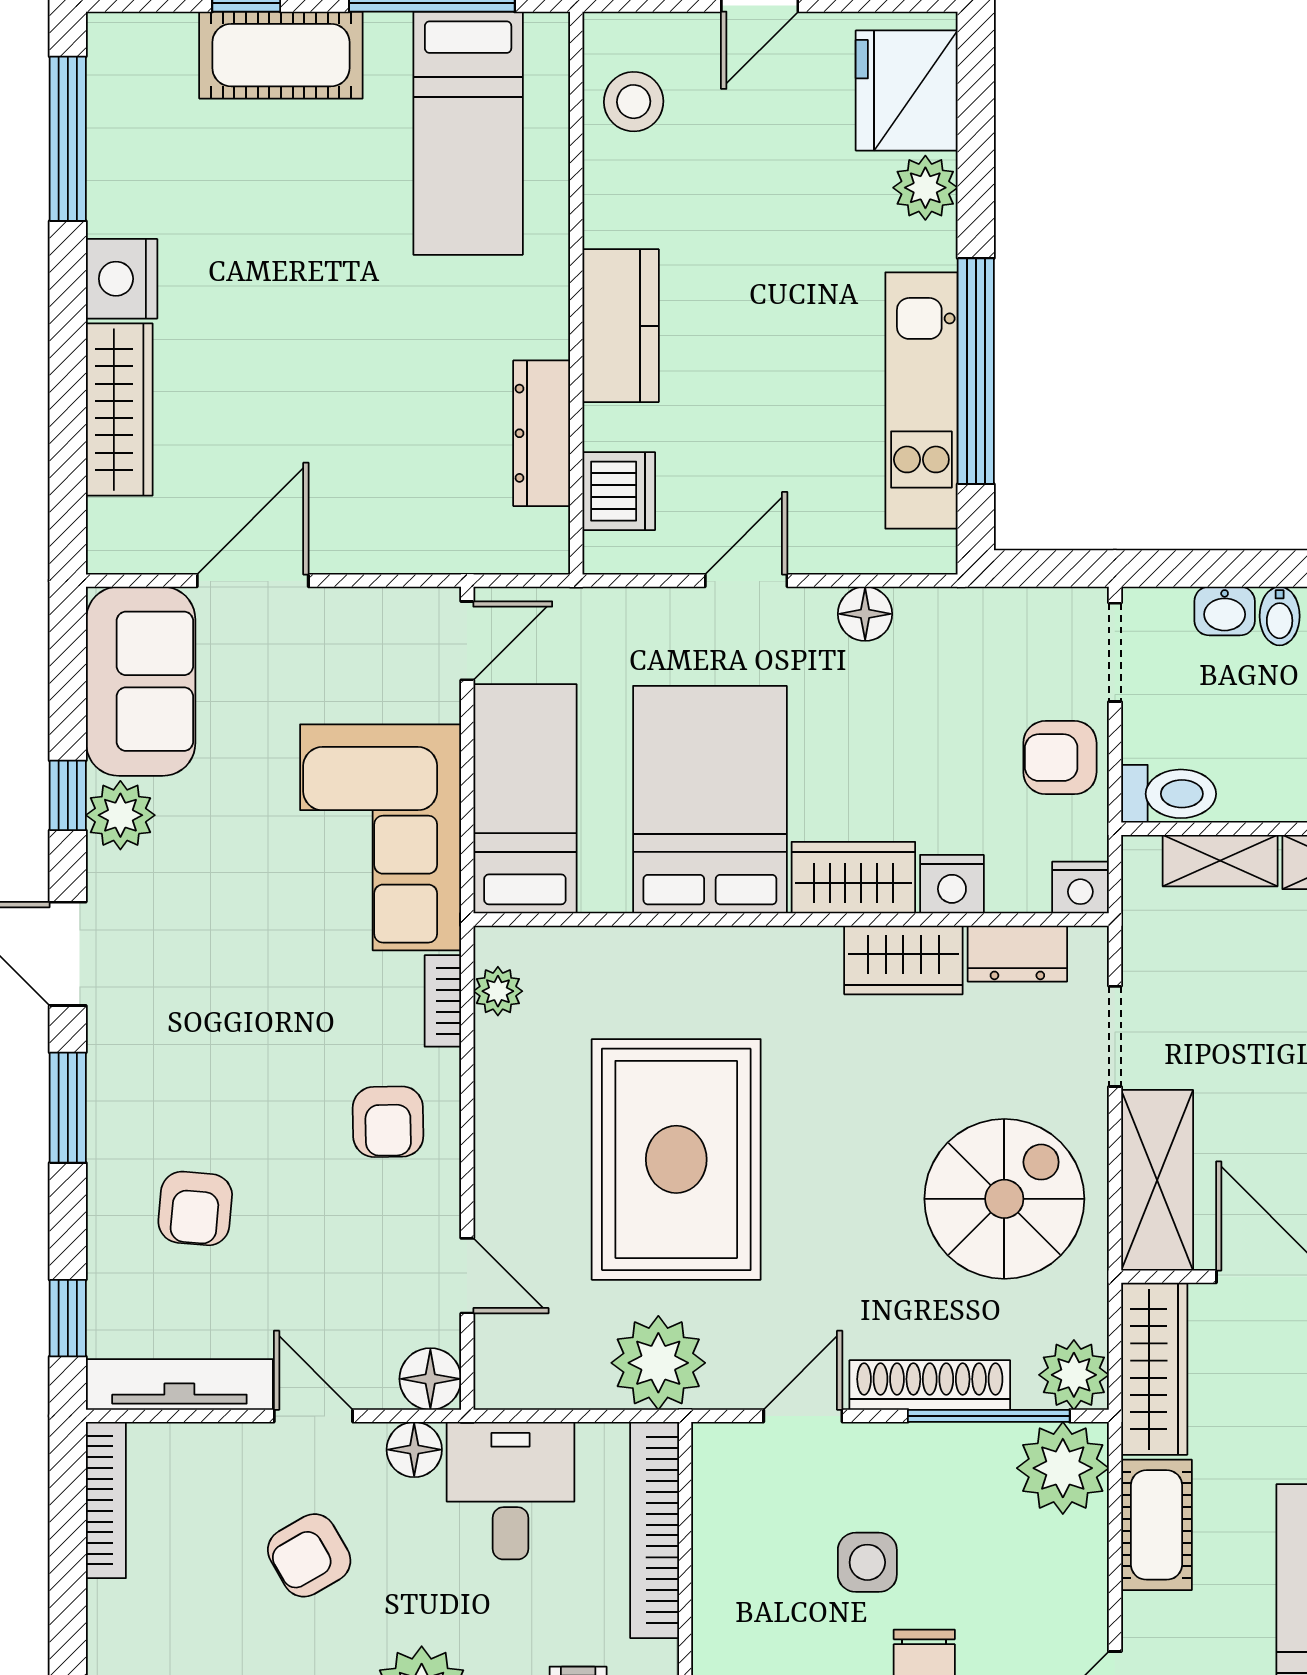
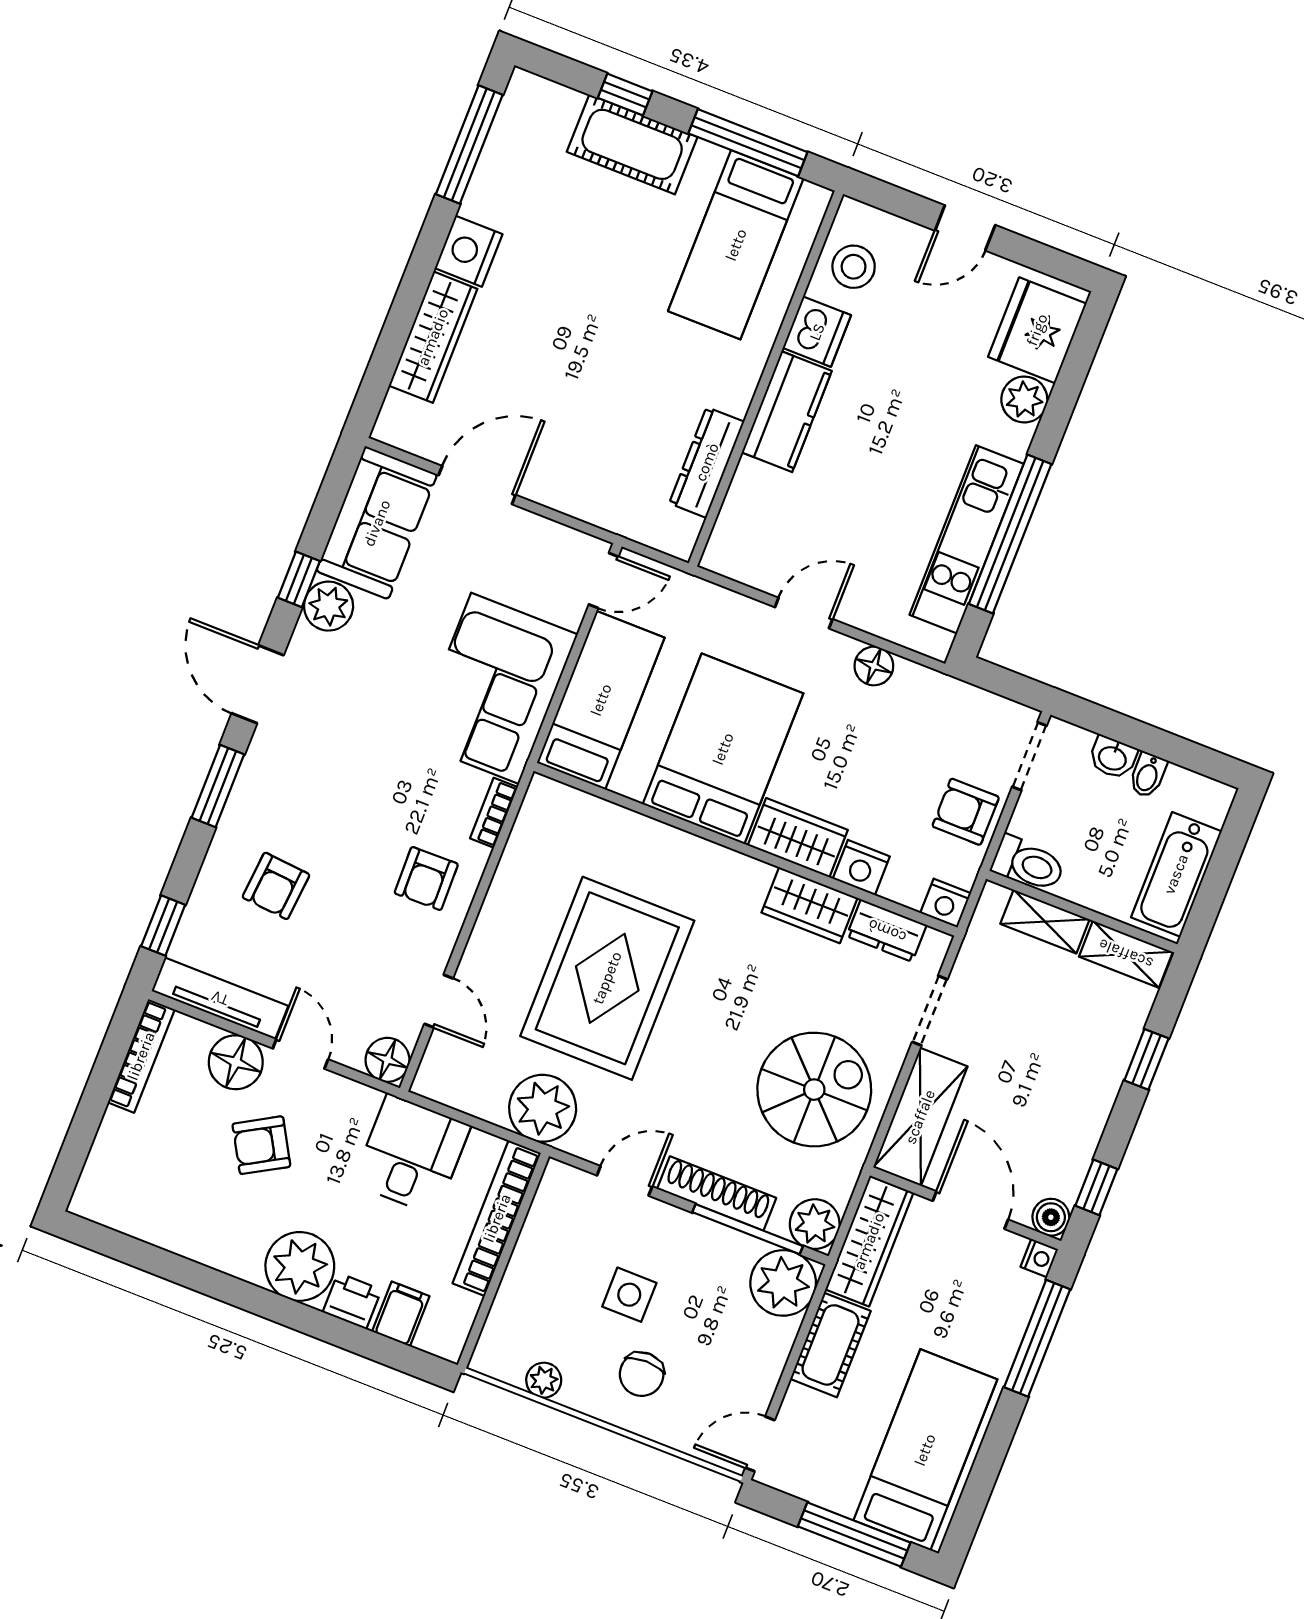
dishwasher: (619, 491) -> (817, 332), moved
plant: (498, 991) -> (533, 821), removed
floor lamp: (414, 1450) -> (236, 1062), moved, width x1.38, depth x1.38

